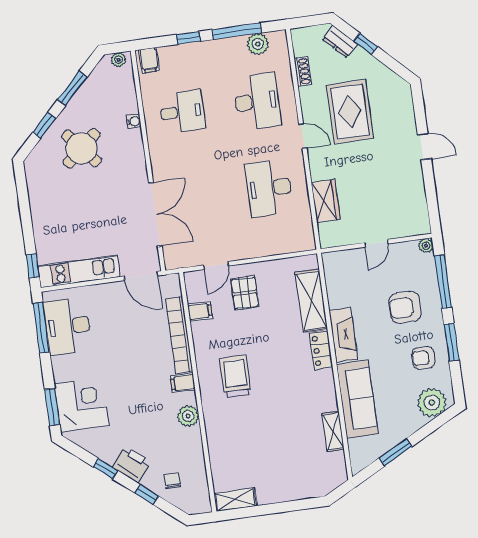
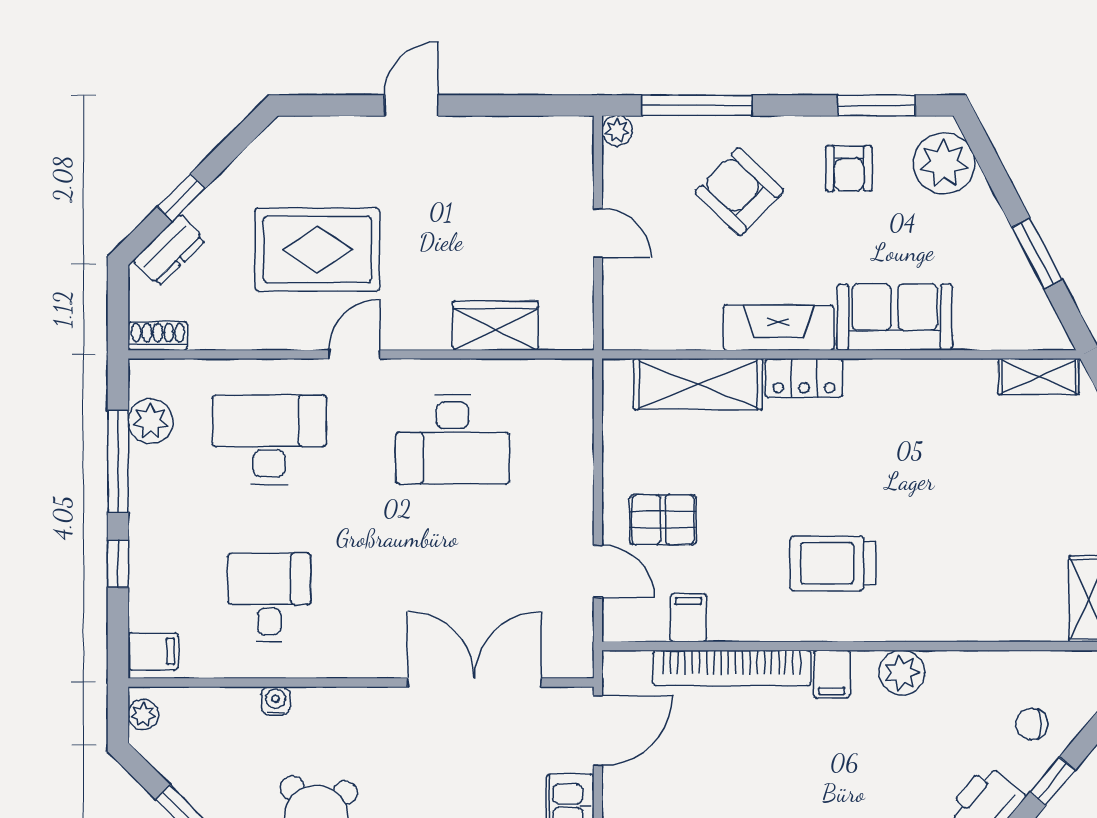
shoe rack: (303, 71) -> (158, 336), moved
armchair: (405, 307) -> (739, 192), turned 134
window: (451, 342) -> (876, 105), moved
sofa: (357, 399) -> (895, 317), width x0.73
shelving: (333, 431) -> (1039, 377), moved

